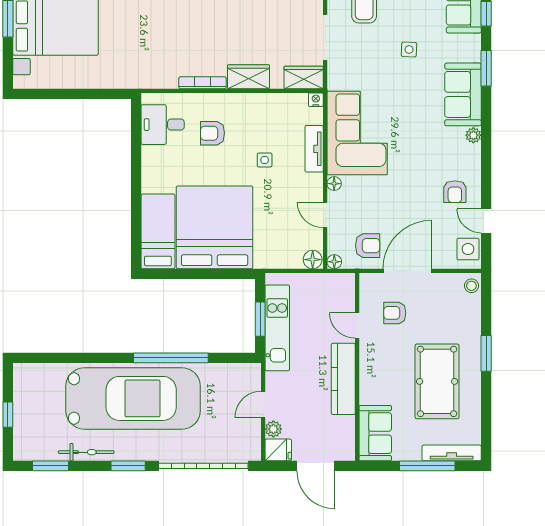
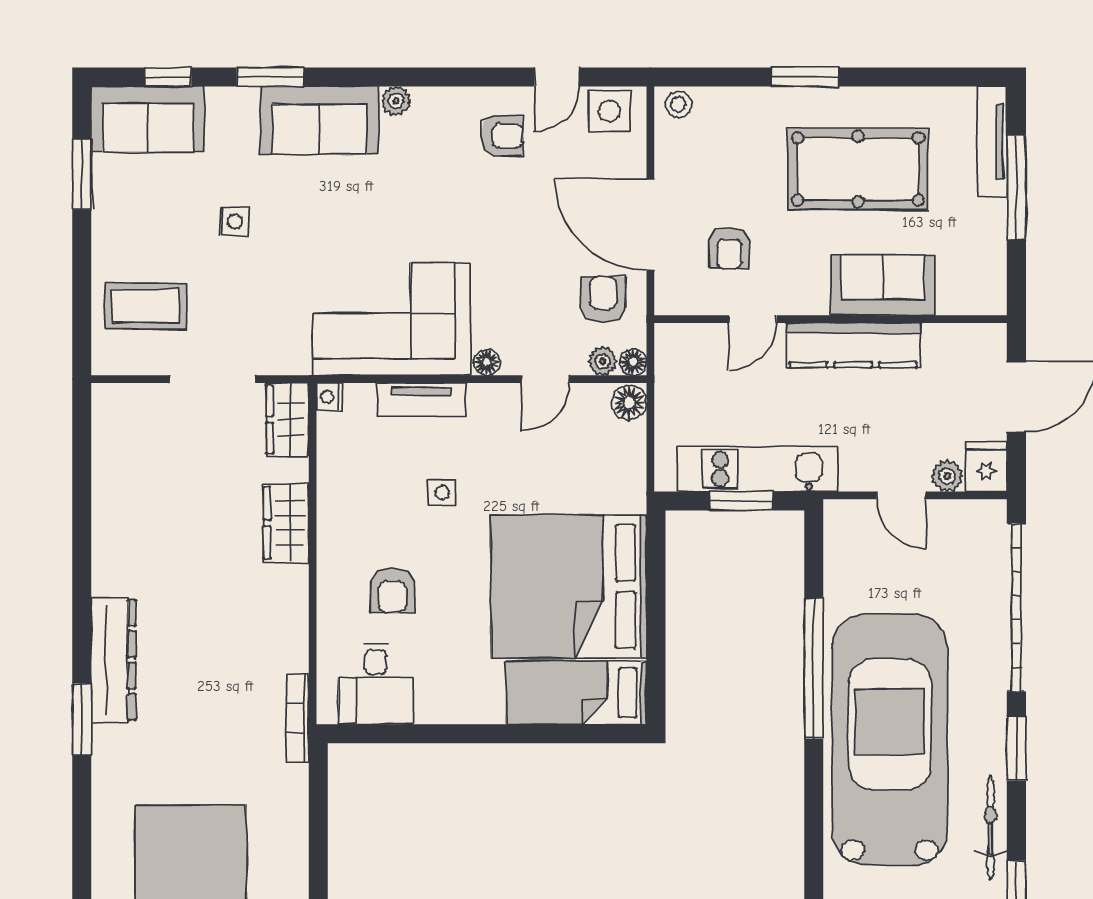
bookcase: (203, 83) -> (297, 718), moved
plant: (335, 245) -> (603, 361), added
sofa: (375, 433) -> (882, 285), moved

